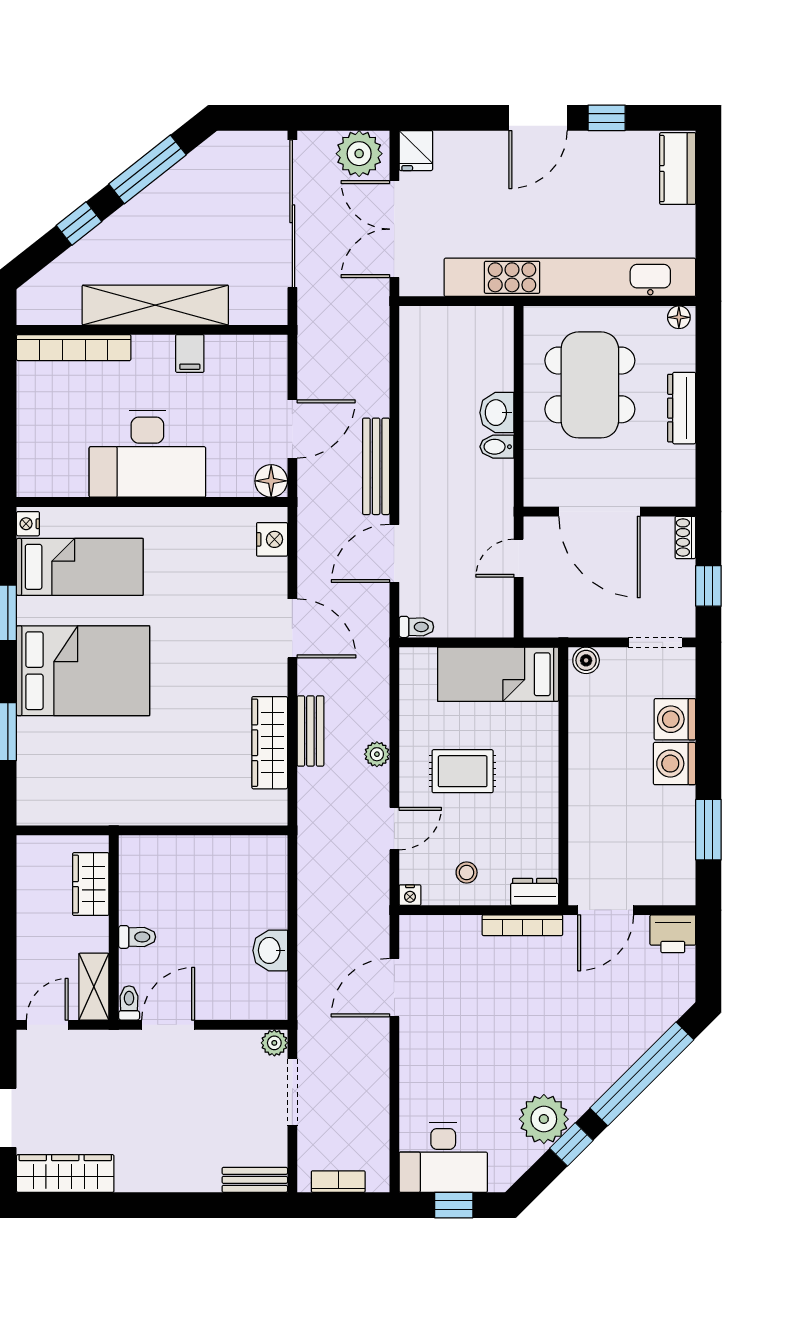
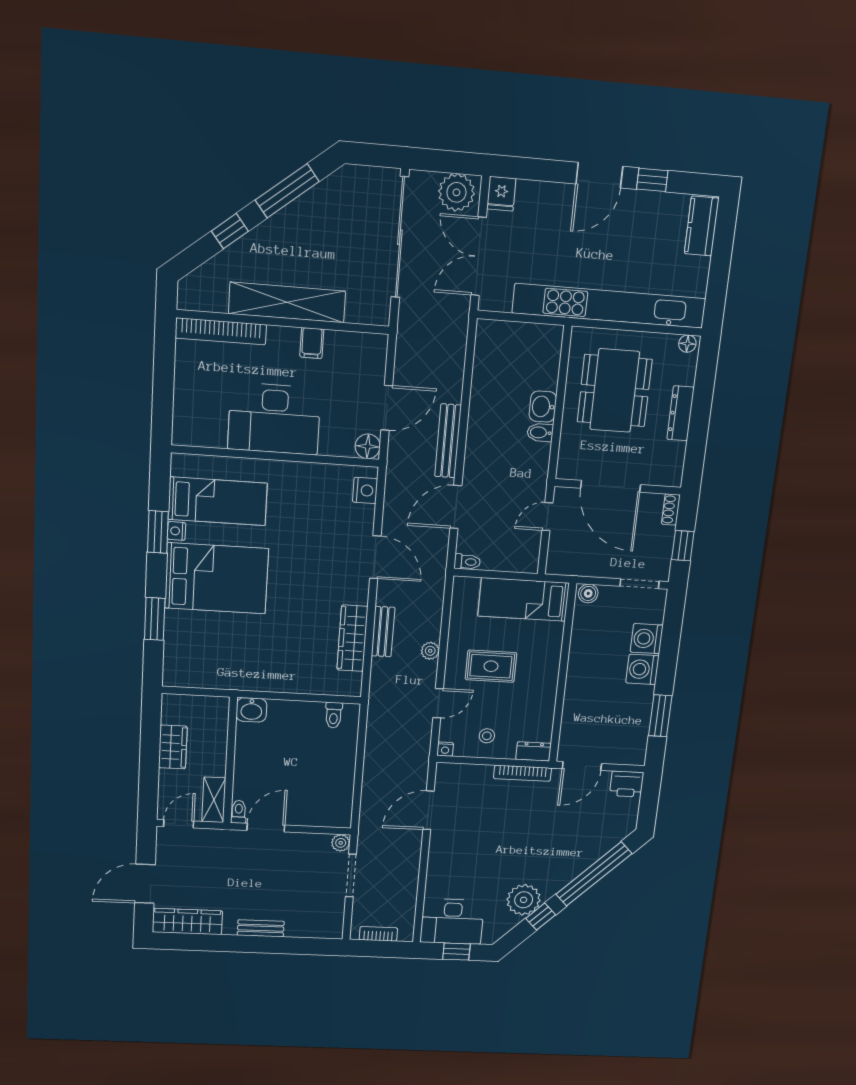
nightstand: (28, 524) -> (177, 531), moved
wardrobe: (91, 884) -> (173, 747), moved, turned 180
toilet: (137, 937) -> (334, 715), moved, turned 90
washbasin: (270, 950) -> (251, 710), moved, turned -90
bench: (255, 1180) -> (261, 928), moved

